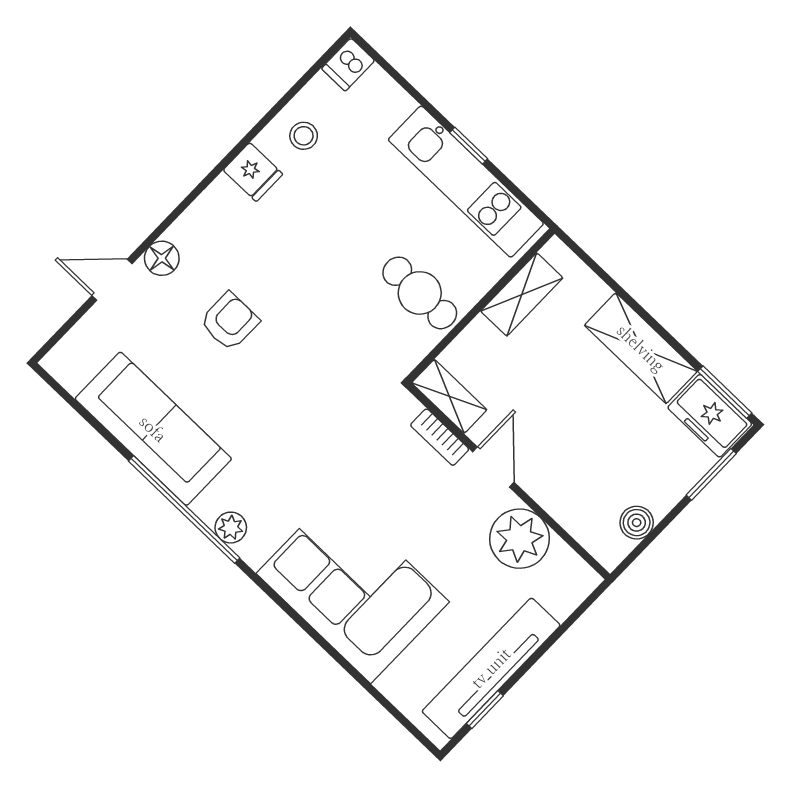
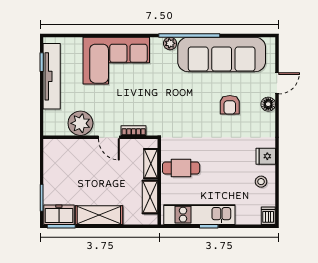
shelving: (449, 396) -> (151, 164), moved, turned 90
sofa: (153, 429) -> (222, 54), width x1.36, depth x1.27
boiler: (637, 523) -> (50, 162), removed

